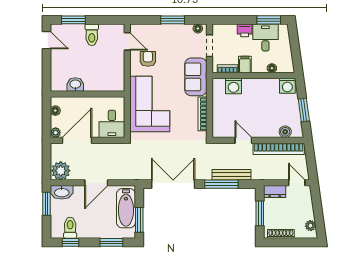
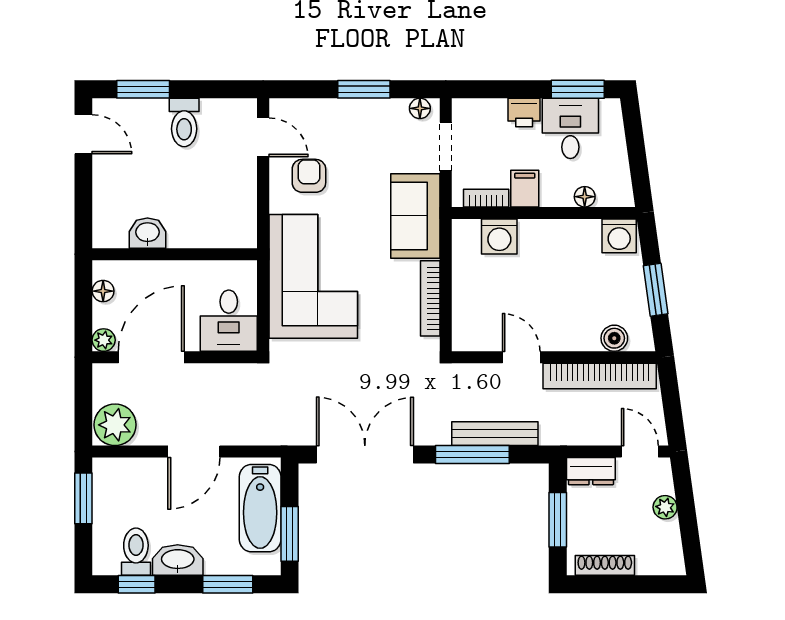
washbasin: (62, 192) -> (178, 560), moved, turned 180
plant: (310, 226) -> (665, 507), moved

